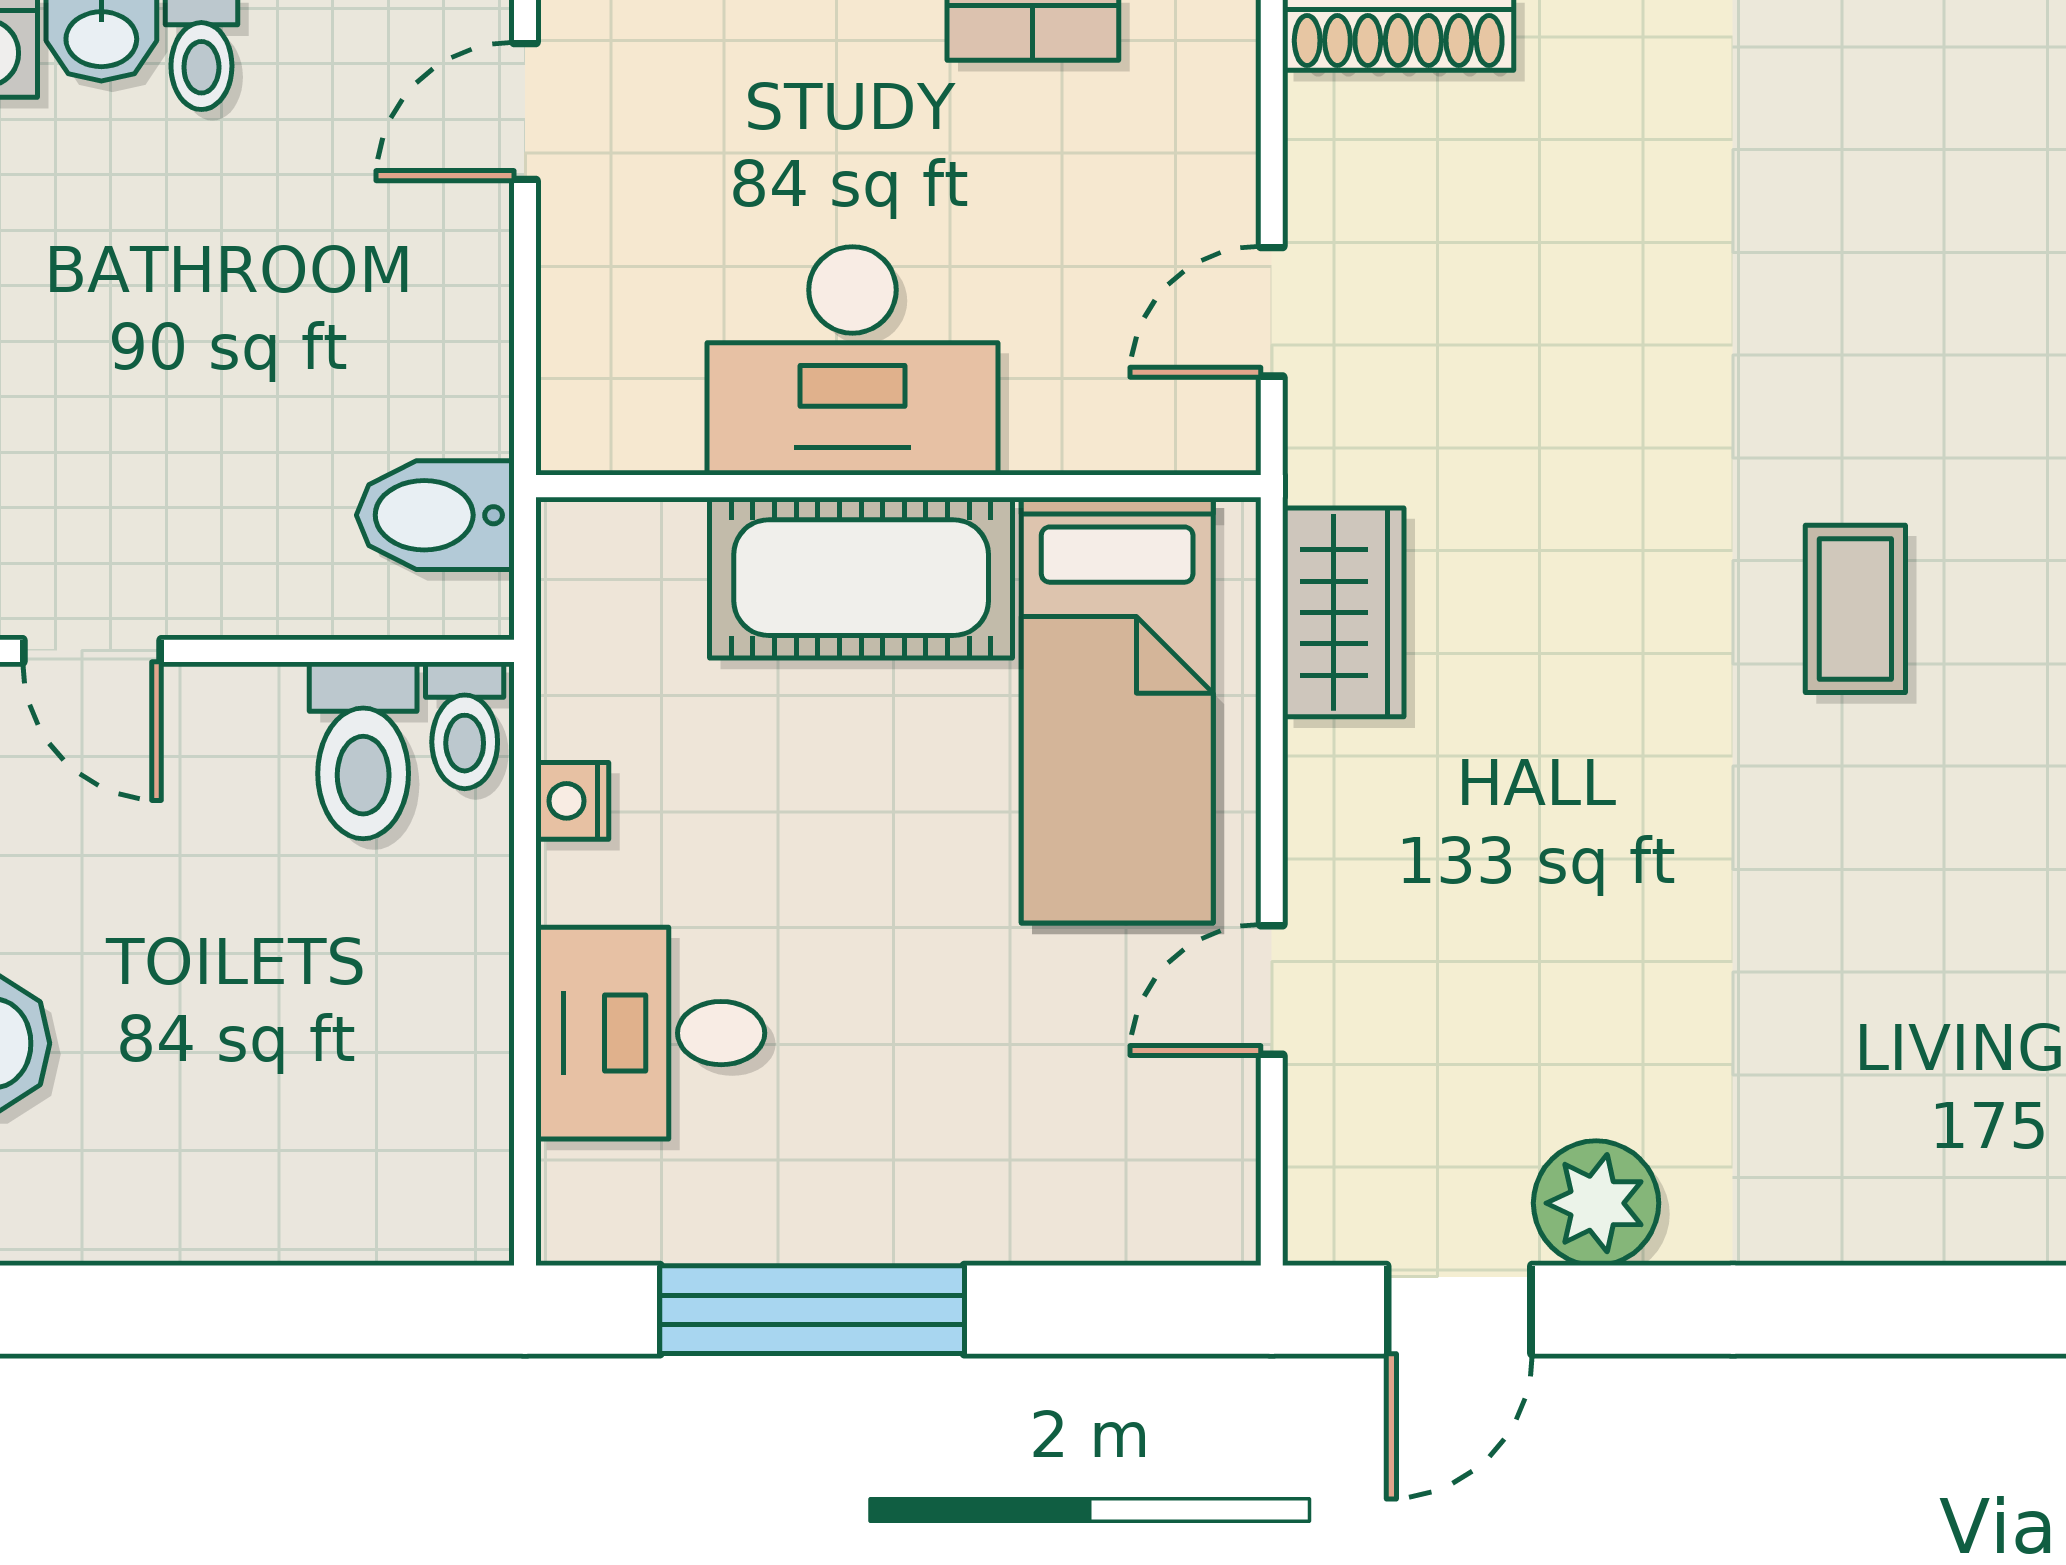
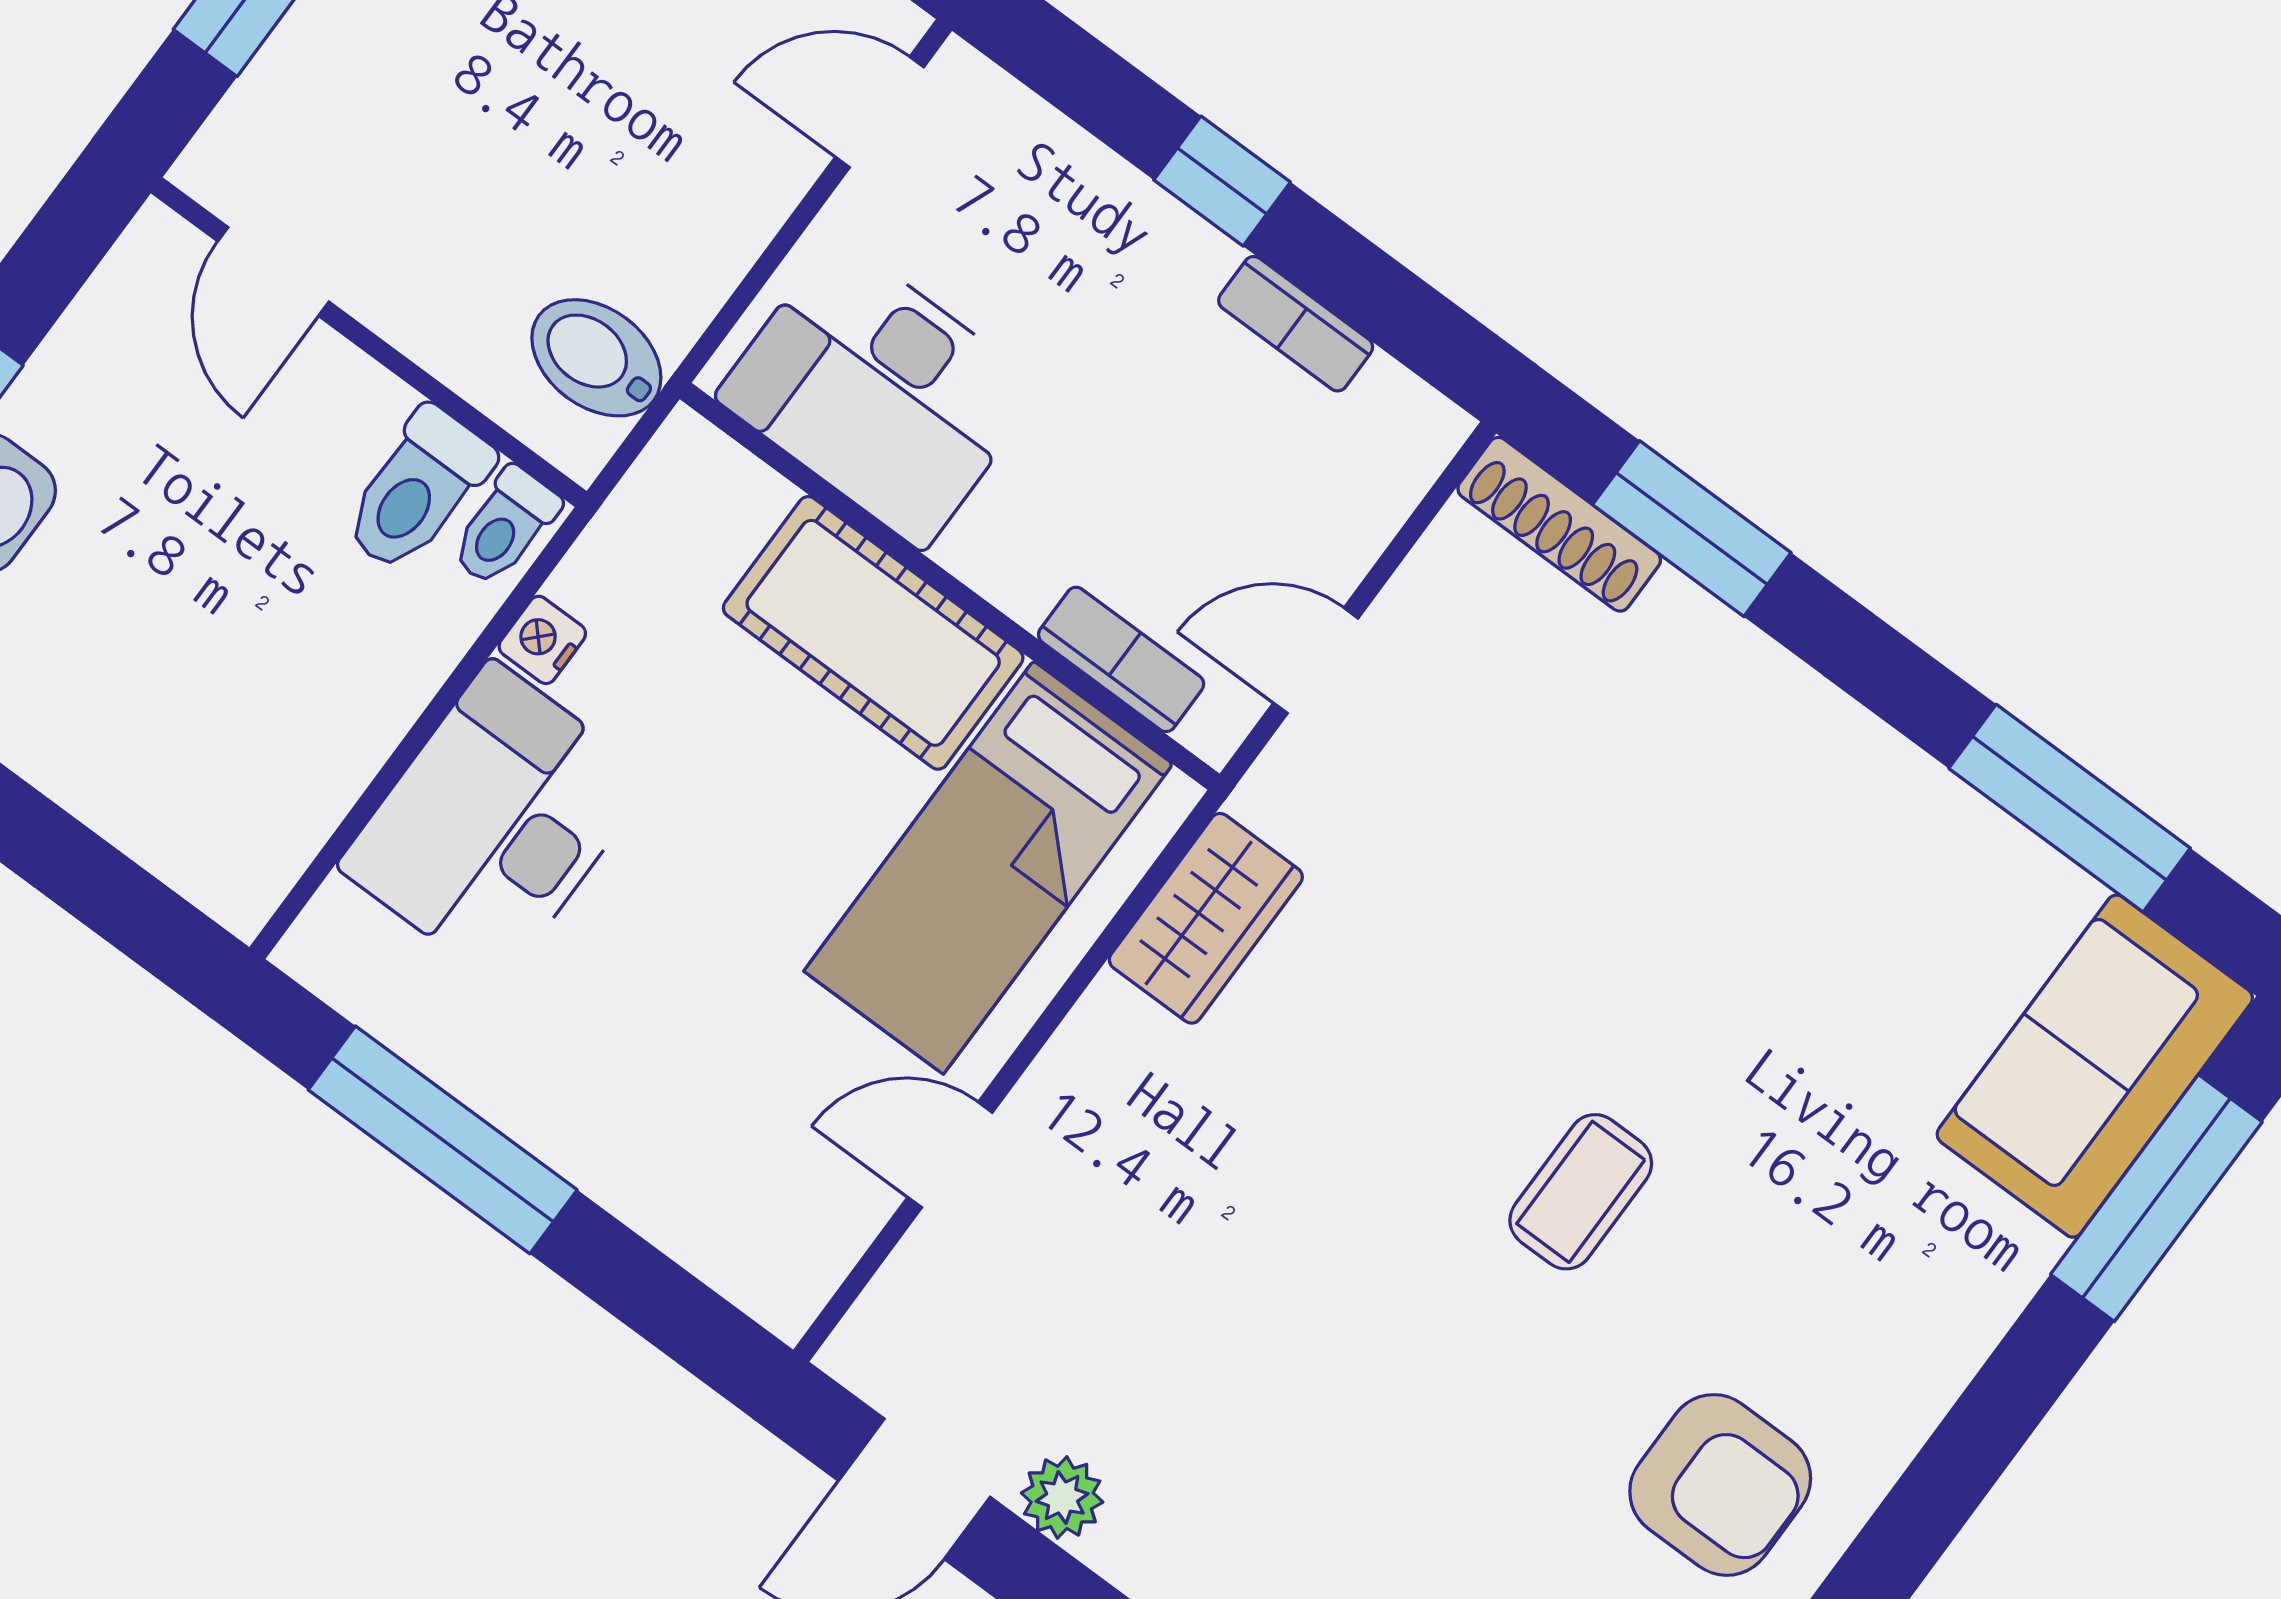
desk: (852, 361) -> (879, 393), moved
bookcase: (1098, 438) -> (1121, 659), added
desk: (650, 1033) -> (495, 822), width x1.37
plant: (1596, 1203) -> (1062, 1497), width x0.73, depth x0.73

